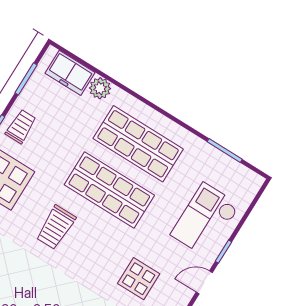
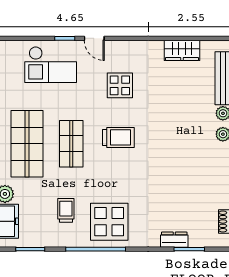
trolley: (21, 126) -> (66, 210), moved, turned 90
shop shelf: (109, 190) -> (71, 144), width x0.70, depth x0.74
trolley: (56, 227) -> (118, 137), moved

